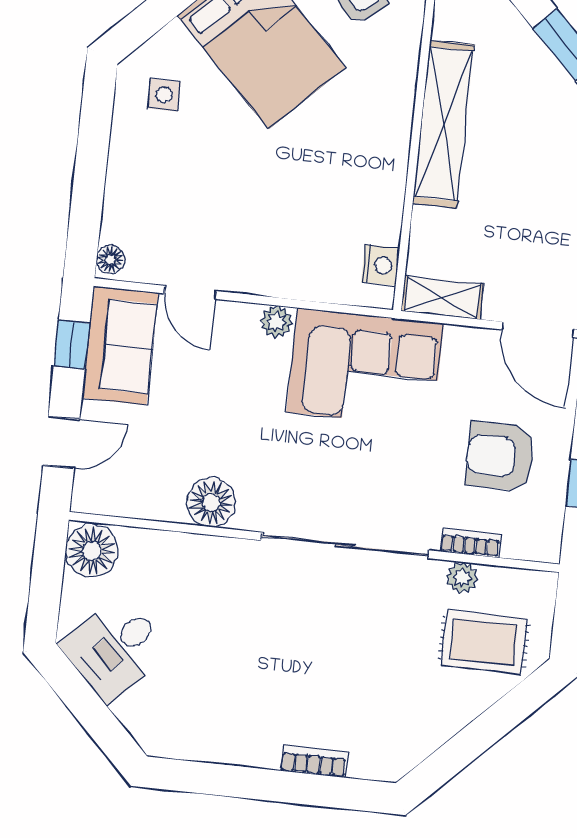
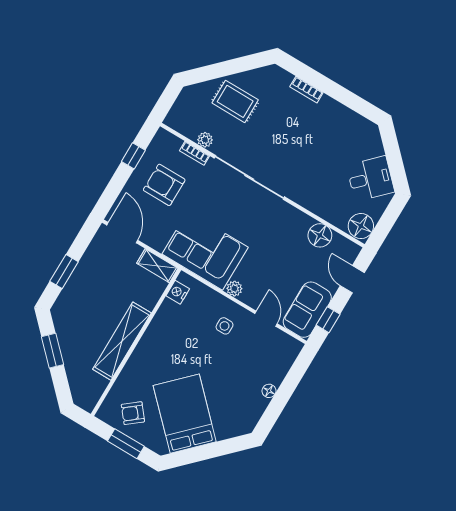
side table: (164, 95) -> (225, 326), moved
floor lamp: (111, 259) -> (269, 391), moved
door: (61, 442) -> (352, 279), hinge flipped
armchair: (500, 456) -> (164, 185), turned 180
floor lamp: (211, 502) -> (320, 235), moved
rug: (484, 642) -> (235, 101), moved

